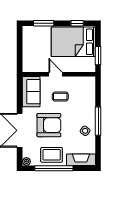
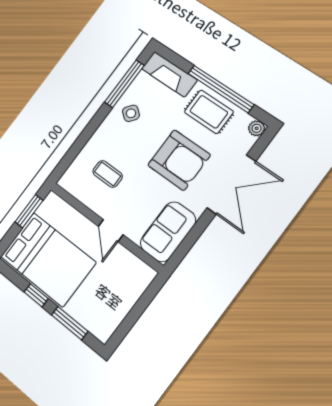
window: (77, 23) -> (36, 295), moved
coffee table: (60, 97) -> (108, 174), moved
window: (98, 121) -> (124, 84), moved
armchair: (49, 125) -> (179, 160), turned 180

